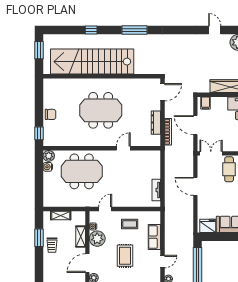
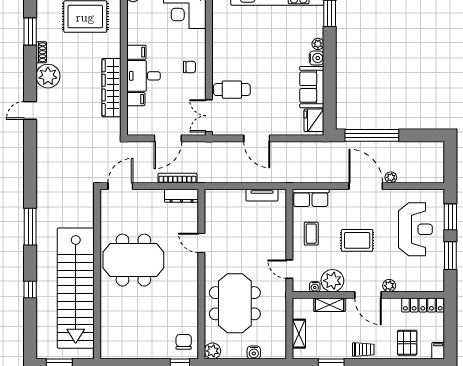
door: (162, 92) -> (120, 186), hinge flipped
filing cabinet: (206, 103) -> (136, 99), moved
meeting table: (101, 110) -> (133, 260), moved, turned 90
chair: (50, 114) -> (184, 342), moved
dresser: (156, 123) -> (182, 196), moved
water cooler: (48, 167) -> (254, 352), moved
door: (195, 186) -> (257, 138), hinge flipped
row of seats: (154, 237) -> (311, 198), moved
trolley: (52, 245) -> (363, 350), moved
door: (162, 262) -> (366, 186), width x1.88

